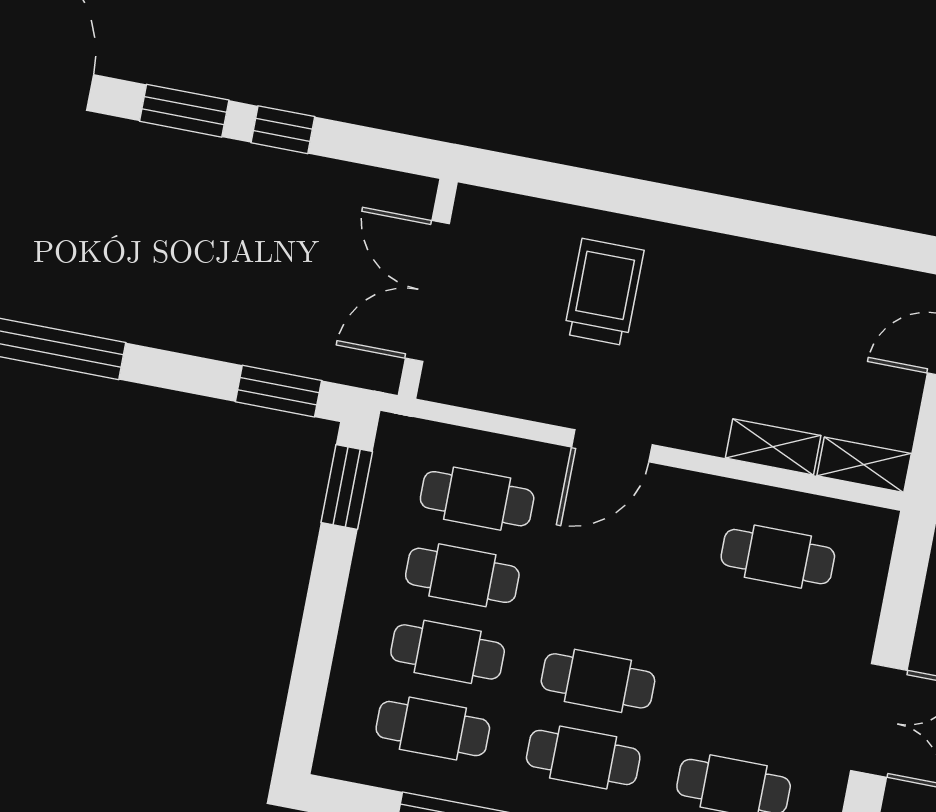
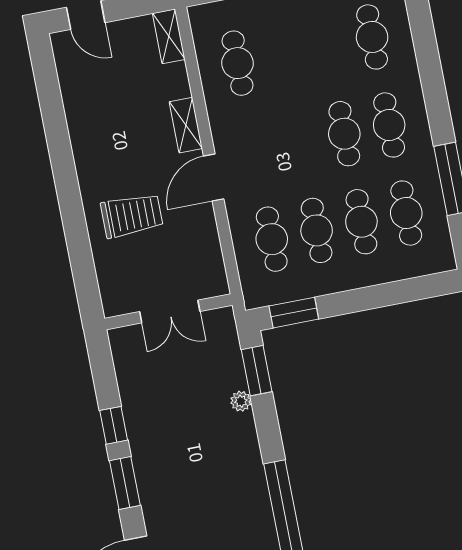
double door: (427, 291) -> (170, 312), width x0.73
trolley: (604, 292) -> (132, 215), turned 180
plant: (240, 347) -> (241, 401), added
door: (612, 446) -> (214, 177), swing flipped
shelving: (773, 447) -> (186, 125), moved

